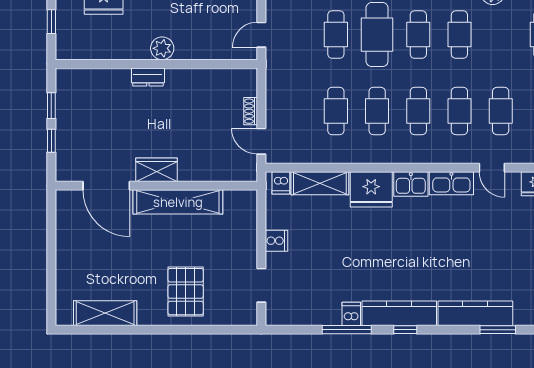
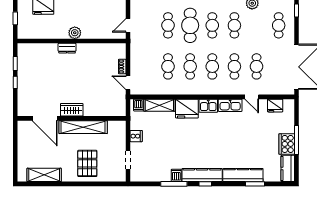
wardrobe: (157, 170) -> (72, 110), moved
door: (106, 186) -> (45, 118), moved
wall: (156, 186) -> (72, 118), moved
shelving: (178, 202) -> (83, 127), moved

